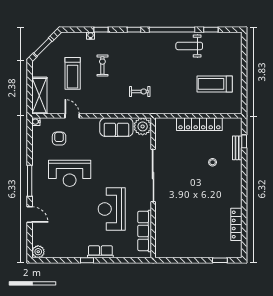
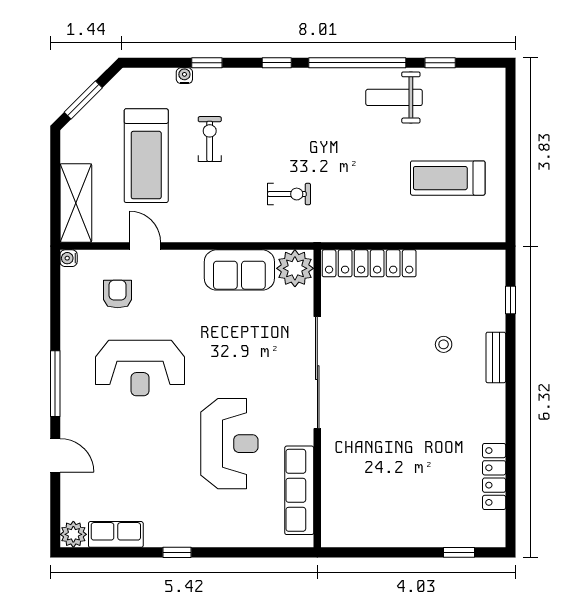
treadmill: (73, 73) -> (146, 156), width x1.37, depth x1.38
locker: (199, 124) -> (369, 263), moved
bench: (237, 148) -> (496, 357), moved
reception desk: (112, 209) -> (229, 444), turned 180
row of seats: (100, 252) -> (116, 534), moved

